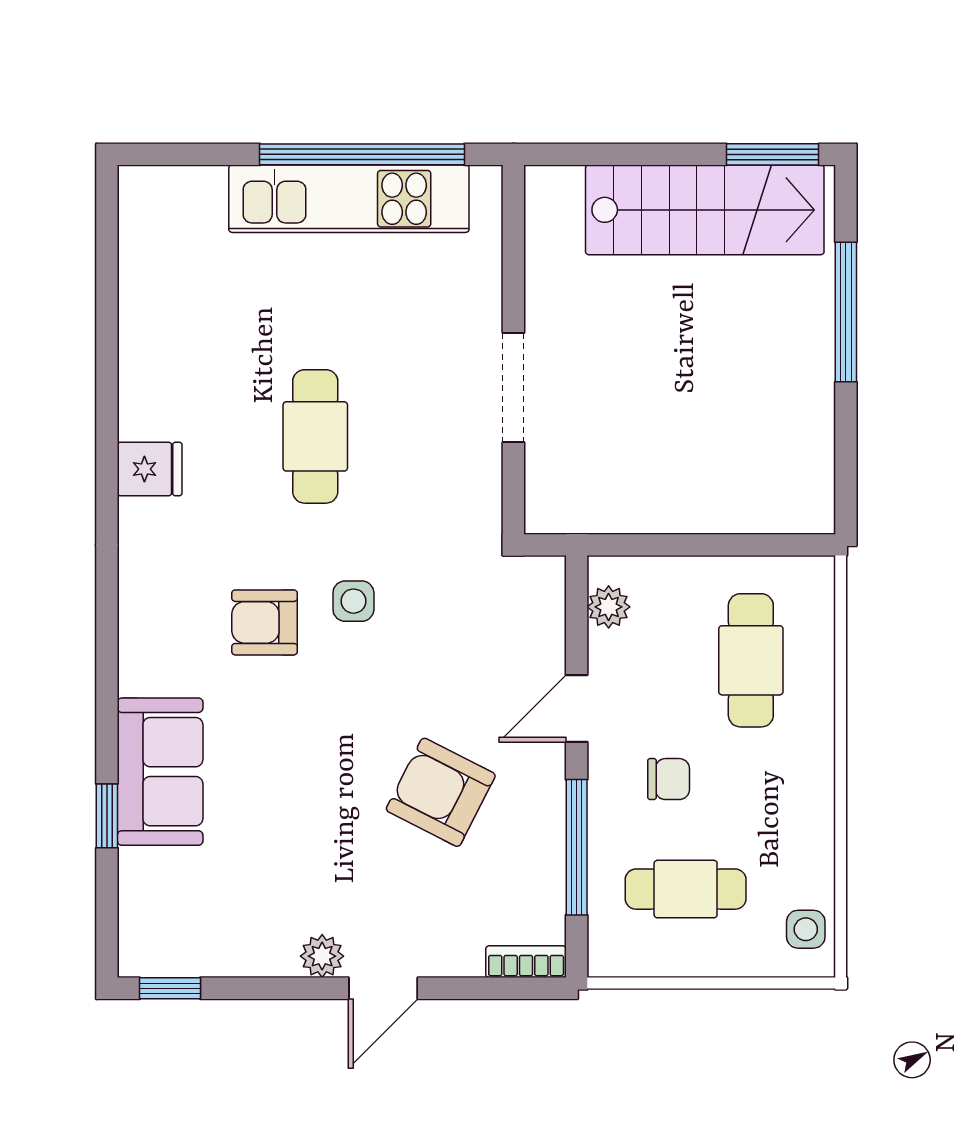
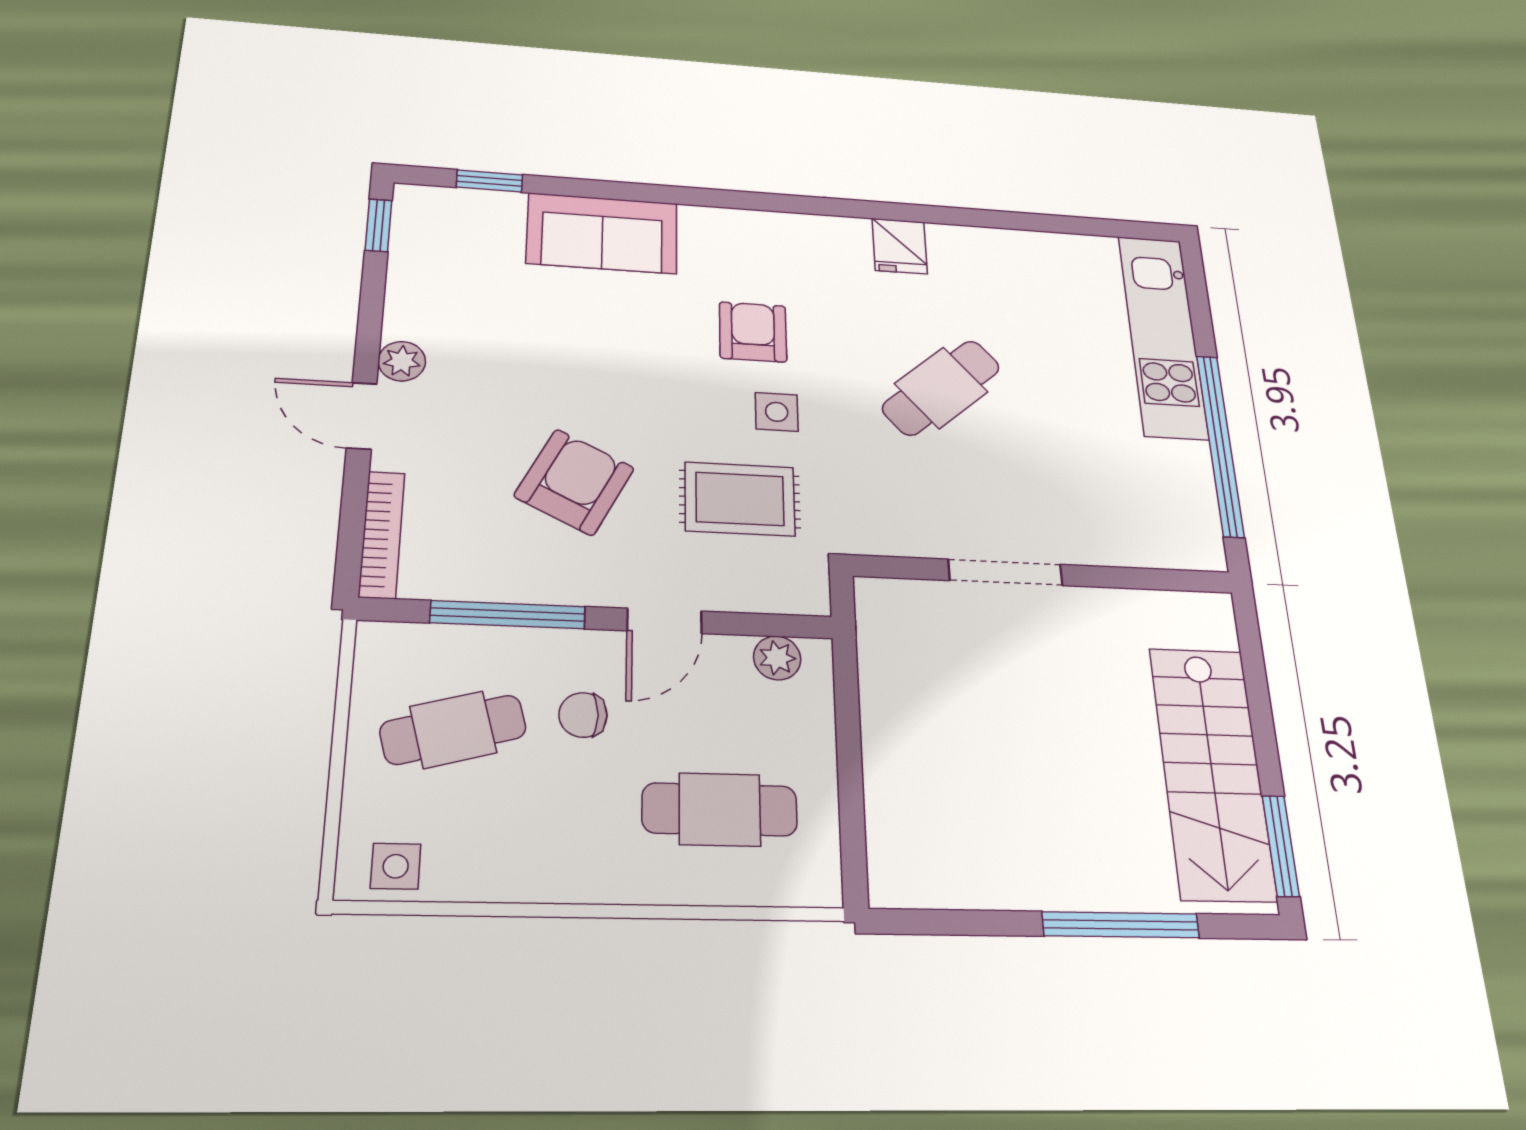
kitchen unit: (349, 199) -> (1163, 336), moved
cafe table: (315, 436) -> (941, 388), turned -41
rug: (450, 638) -> (740, 499), added
door: (577, 708) -> (665, 621), swing flipped
chair: (669, 779) -> (583, 715), turned 90
window: (107, 816) -> (489, 181), moved
cafe table: (686, 889) -> (453, 730), turned 75
bookcase: (526, 962) -> (382, 534), width x1.56

